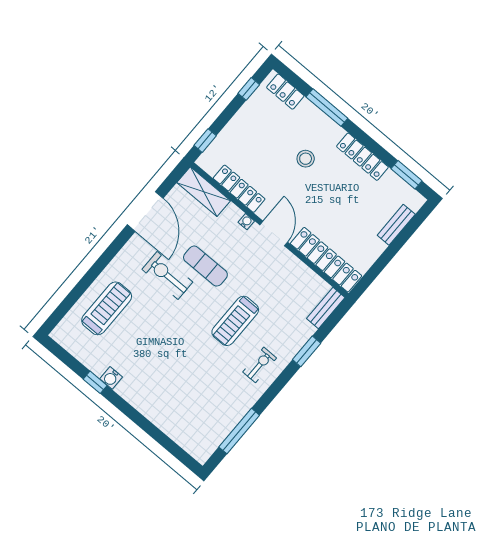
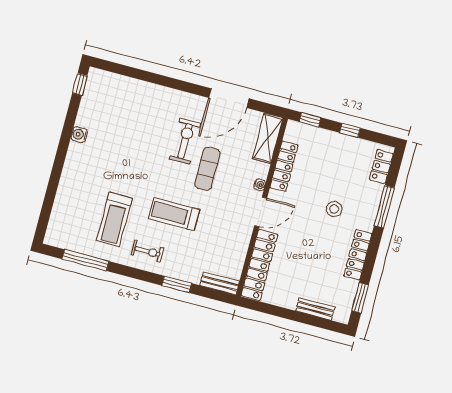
window: (249, 89) -> (350, 130), moved
treadmill: (107, 308) -> (114, 219), moved, turned 90
window: (95, 382) -> (80, 84), moved

